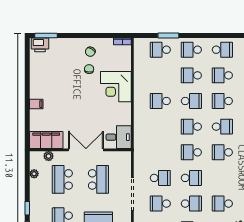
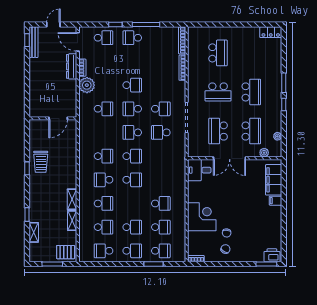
school desk: (191, 101) -> (161, 227), moved, turned 180
filing cabinet: (46, 140) -> (274, 180), moved, turned 90

